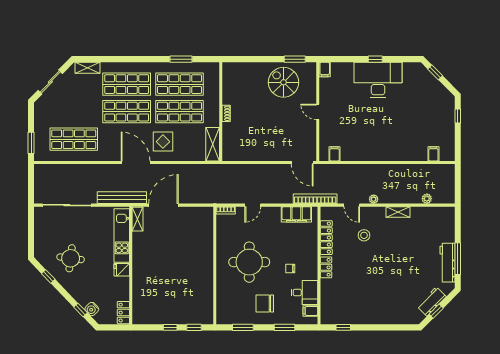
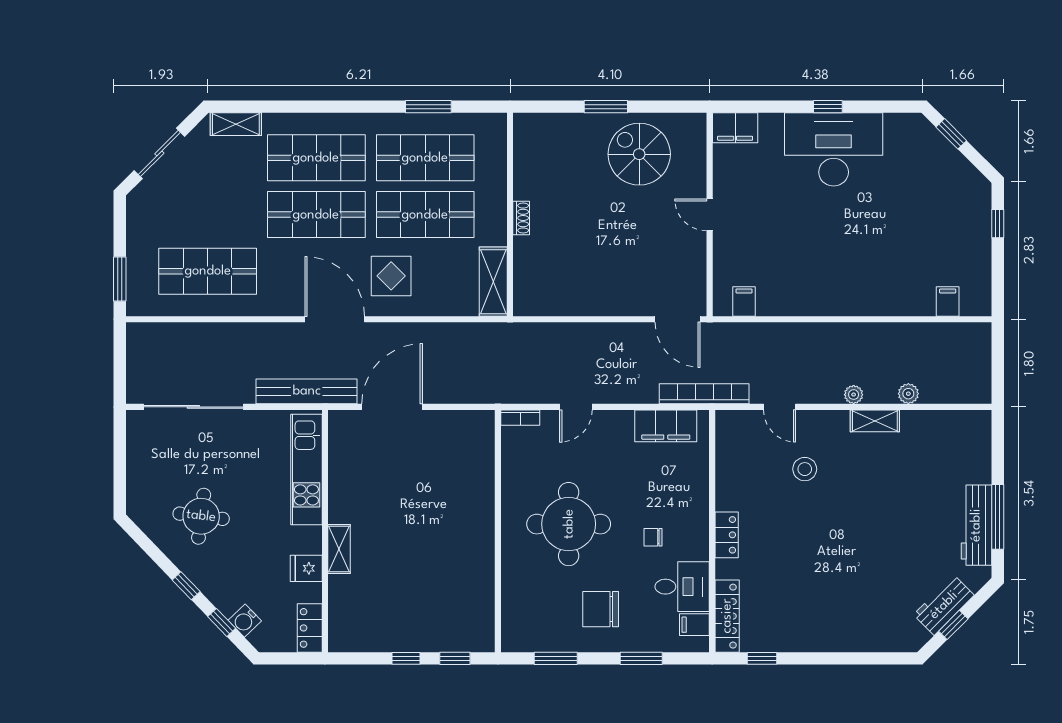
window: (295, 59) -> (606, 107), moved
filing cabinet: (325, 69) -> (735, 128), width x2.00
plant: (374, 199) -> (854, 395), moved
plant: (427, 199) -> (908, 394), moved
shelving: (138, 219) -> (339, 549), moved
locker: (326, 238) -> (727, 616), moved
fridge: (122, 270) -> (306, 568), moved
window: (48, 276) -> (186, 586), moved

